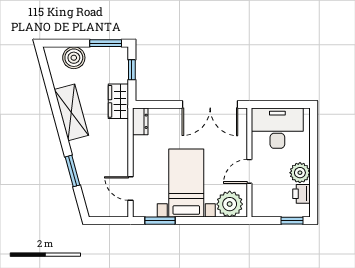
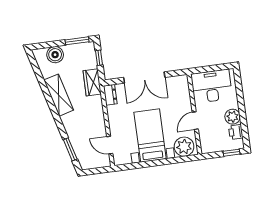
double door: (210, 104) -> (144, 77), moved
window: (72, 171) -> (70, 149), moved
window: (160, 221) -> (134, 166), removed

